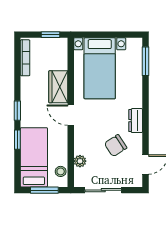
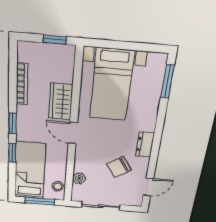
bookcase: (25, 58) -> (22, 84), moved

